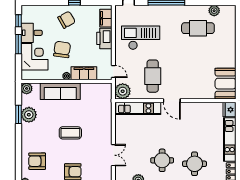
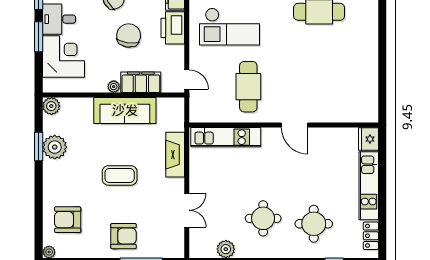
checkout: (141, 38) -> (229, 27), turned 180
chair: (62, 49) -> (129, 35), moved
booth: (225, 84) -> (362, 98), removed
sofa: (60, 91) -> (125, 110), moved
plant: (123, 91) -> (201, 110), removed
door: (172, 101) -> (295, 125), moved
fireplace: (106, 120) -> (175, 155), added

